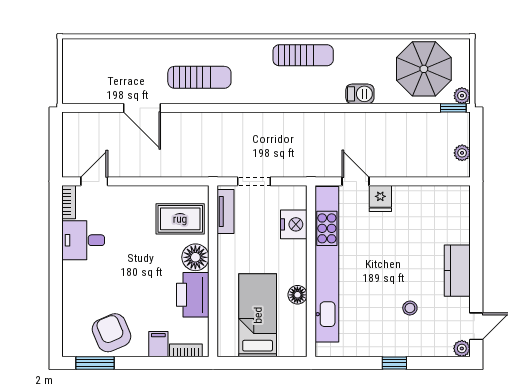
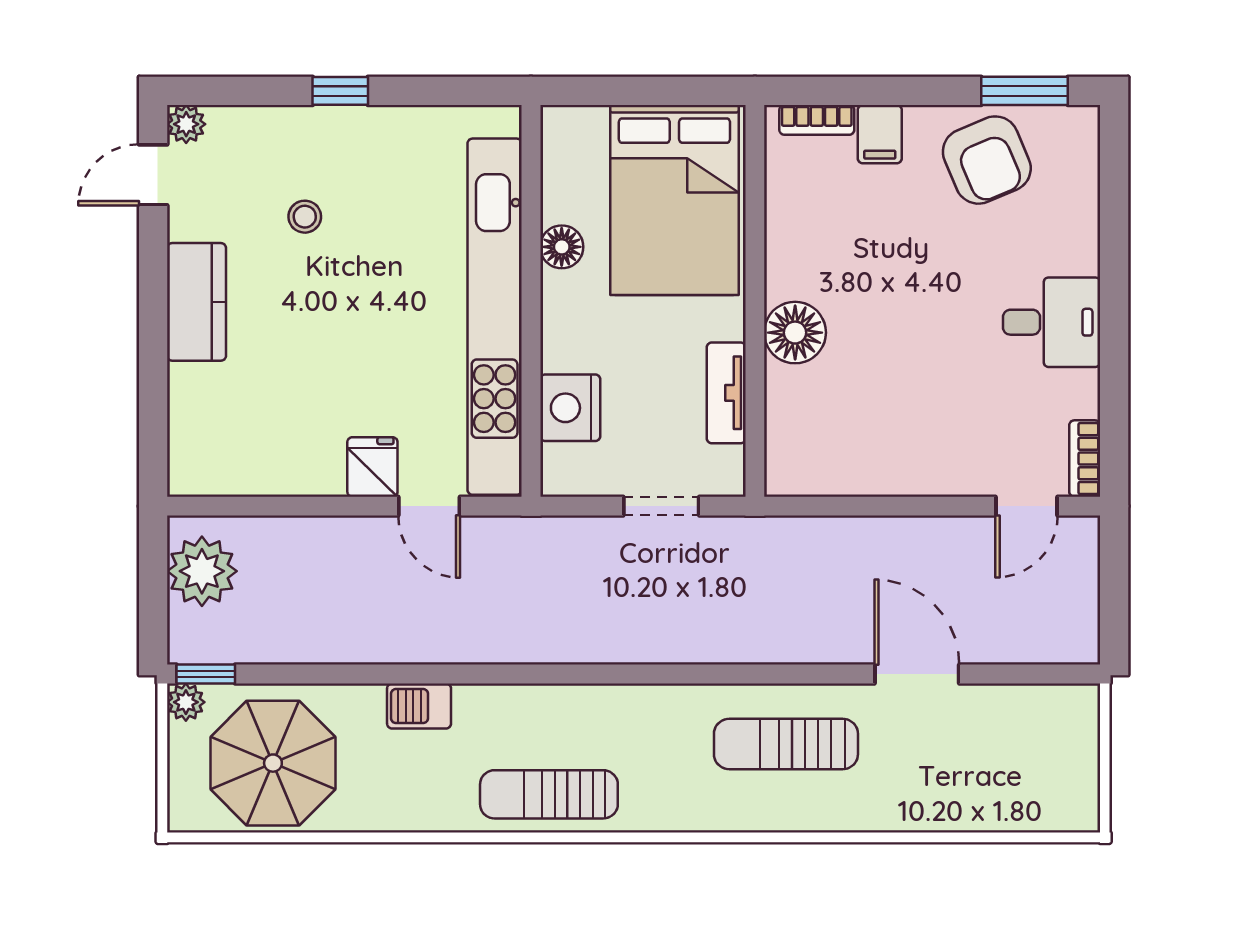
plant: (462, 153) -> (202, 571), width x1.88, depth x1.88
tv unit: (226, 212) -> (726, 393), moved
rug: (180, 219) -> (830, 420), removed
desk: (83, 240) -> (1052, 322), moved
printer: (193, 295) -> (801, 247), removed
bed: (258, 315) -> (674, 200), width x1.50

